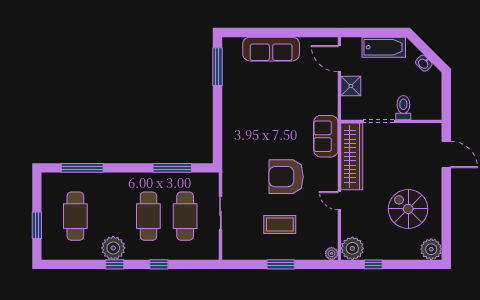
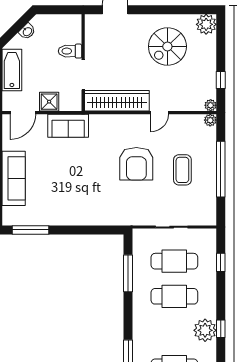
sofa: (326, 136) -> (68, 126), moved
plant: (352, 248) -> (211, 105), width x0.53, depth x0.53
window: (159, 264) -> (221, 262), moved
window: (281, 264) -> (221, 169), width x2.11

